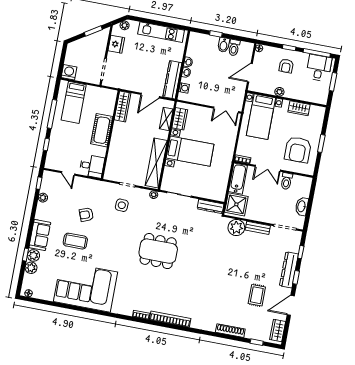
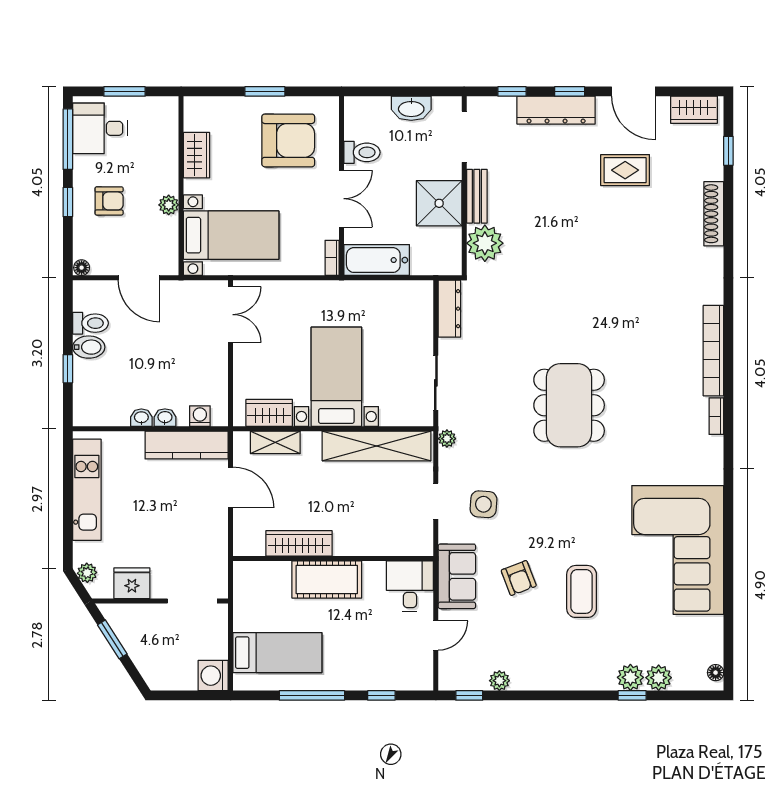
wardrobe: (123, 106) -> (299, 543), moved
shower: (236, 204) -> (439, 203), moved
sofa: (40, 235) -> (457, 576), moved, turned 90

